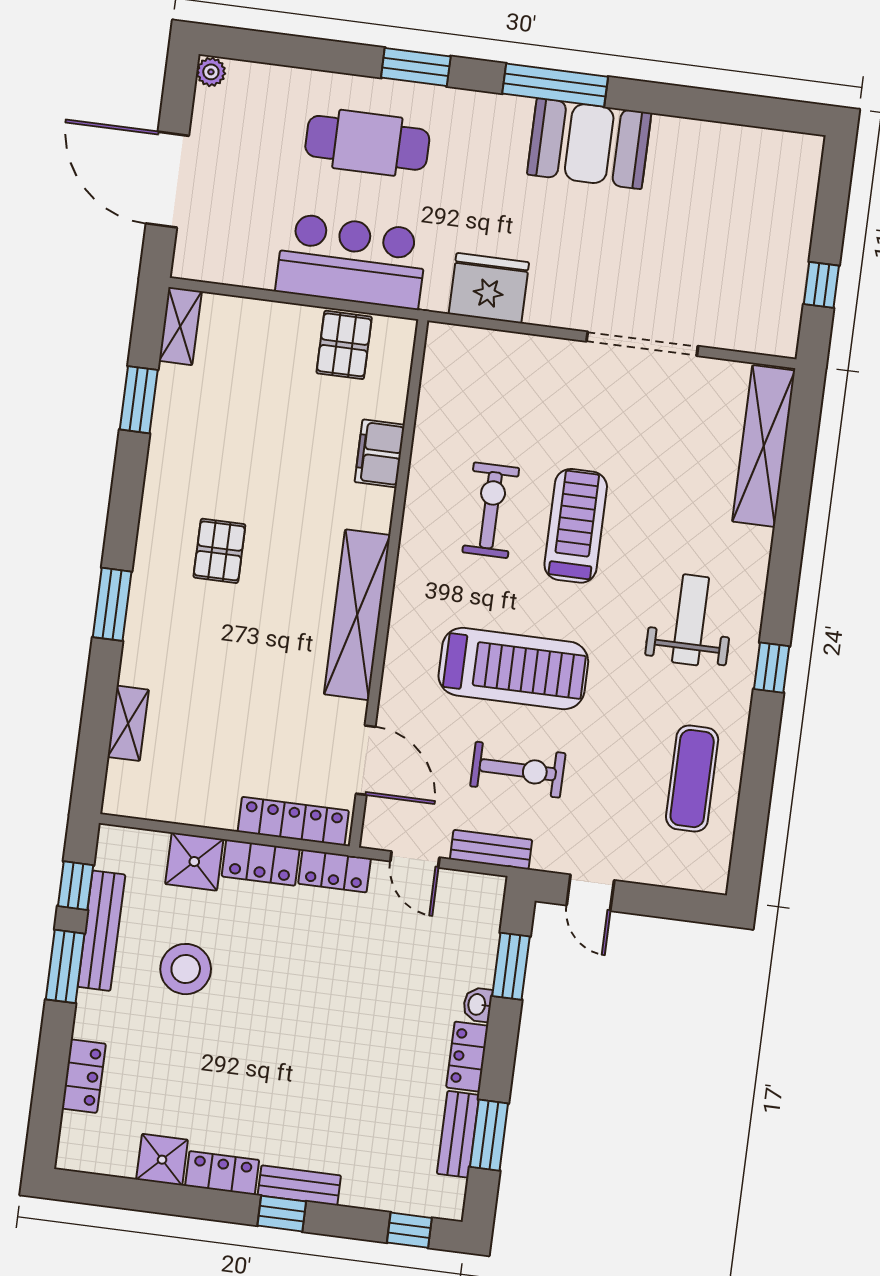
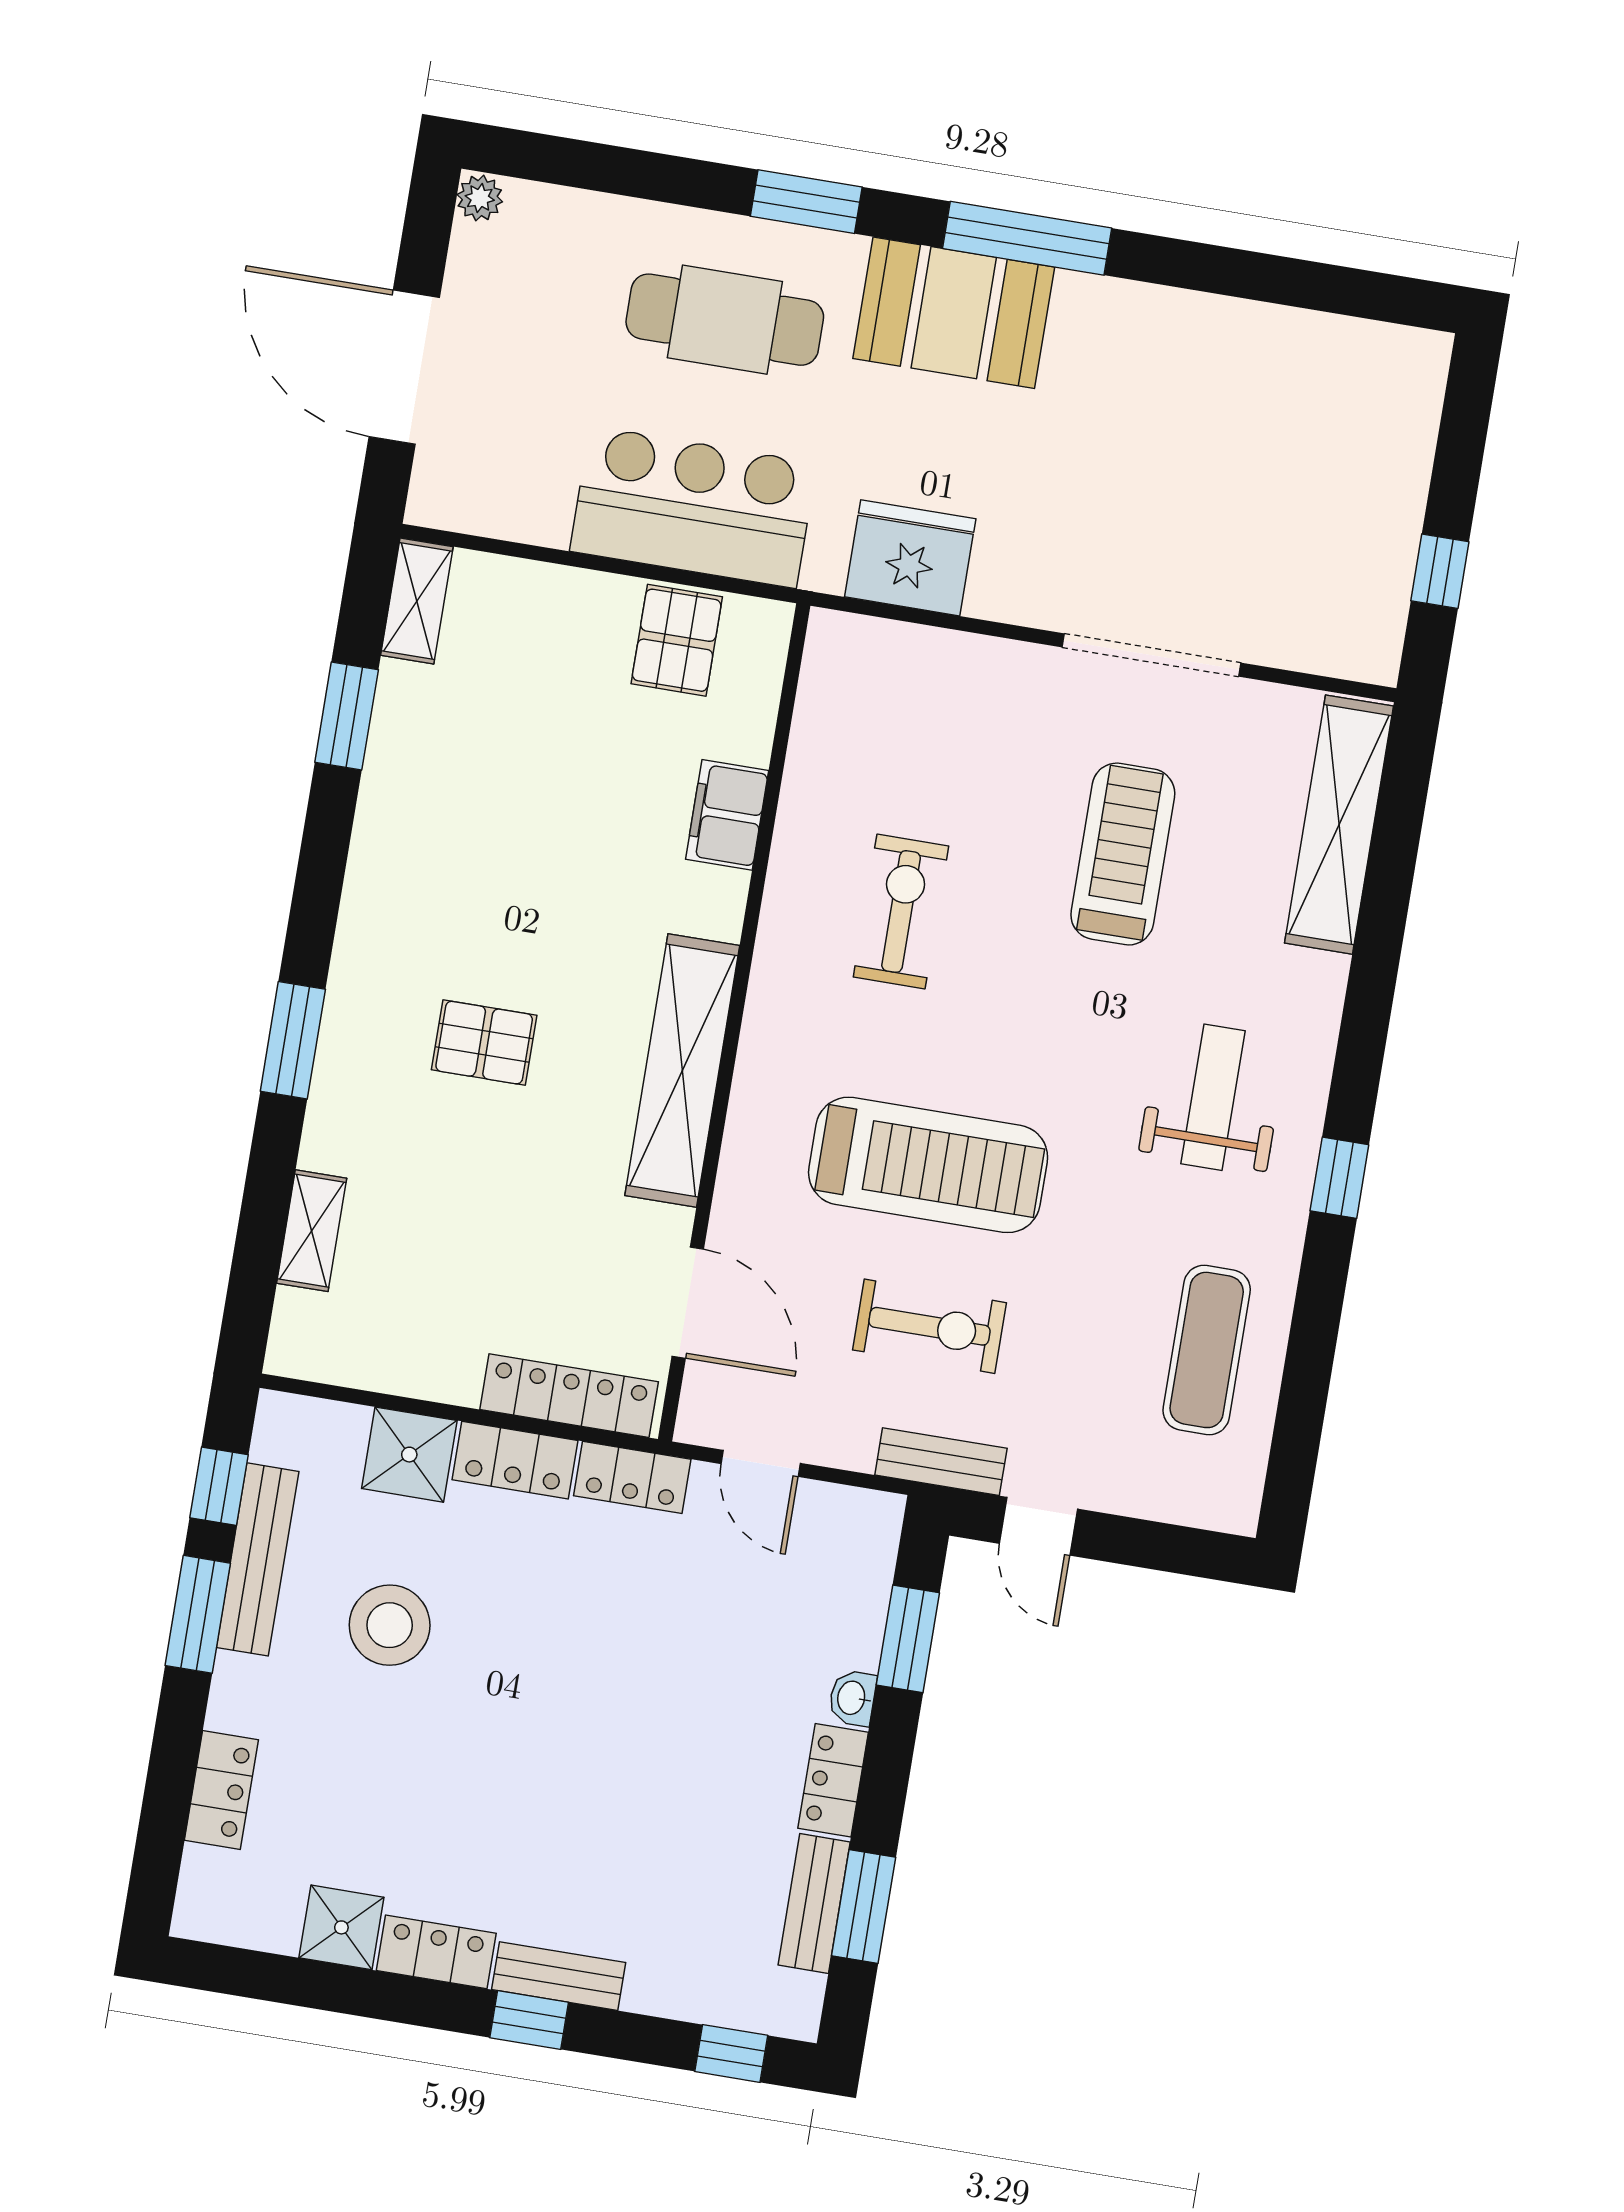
booth: (589, 144) -> (954, 313), moved
treadmill: (576, 526) -> (1123, 854), moved
pallet: (219, 551) -> (484, 1043), moved, turned 90
bench: (491, 850) -> (941, 1462), moved

